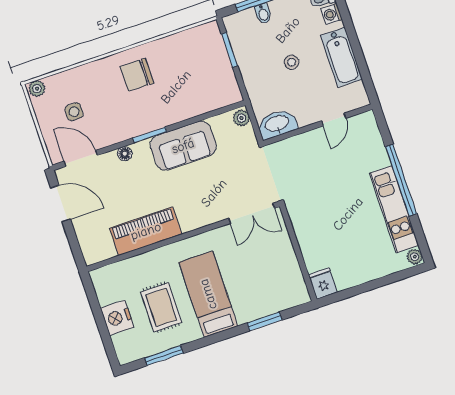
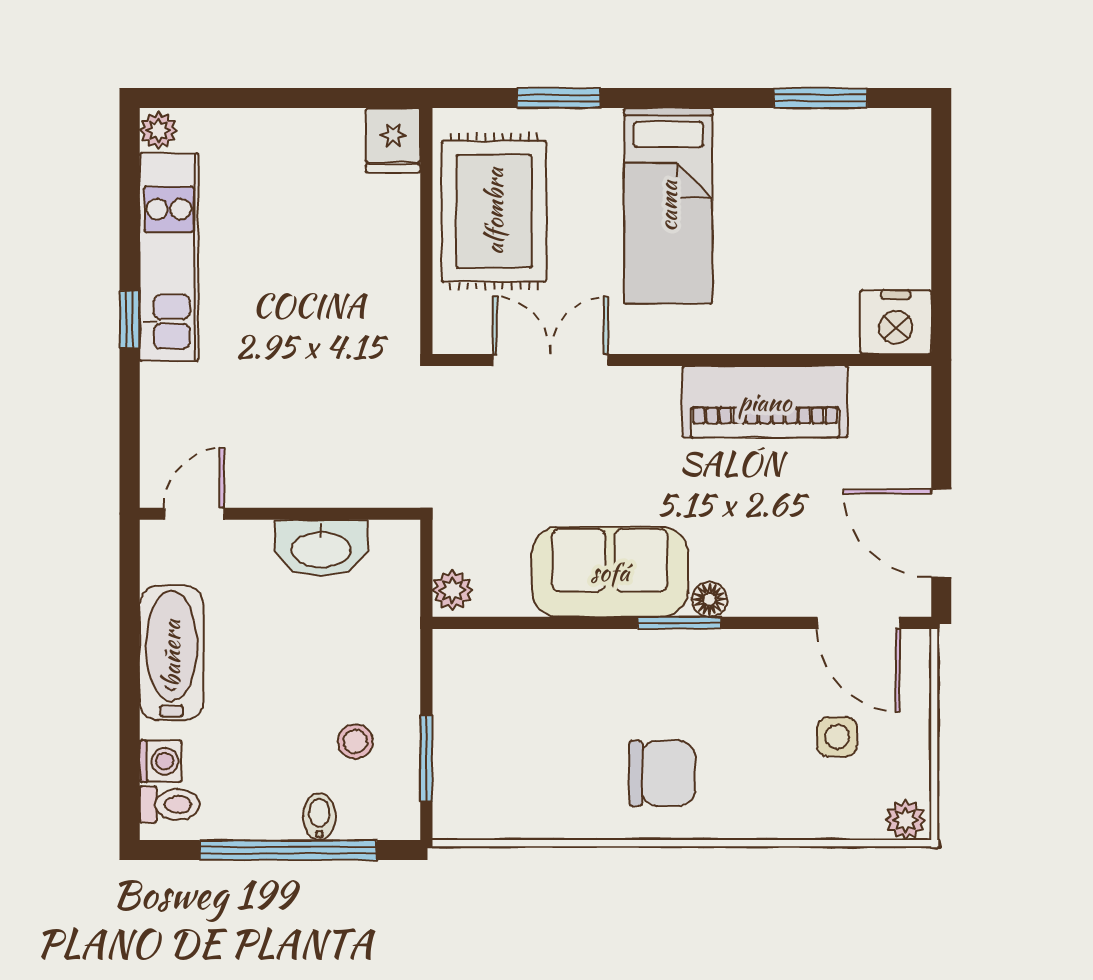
stool: (292, 62) -> (355, 741), moved
door: (334, 120) -> (194, 514), moved
washbasin: (277, 124) -> (321, 548), moved
floor lamp: (125, 154) -> (709, 599), moved
window: (401, 180) -> (130, 319), width x0.32
double door: (252, 213) -> (550, 360), moved
rug: (161, 307) -> (494, 211), moved, width x1.36, depth x1.43
nightstand: (117, 318) -> (896, 322), moved, turned 90

